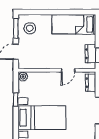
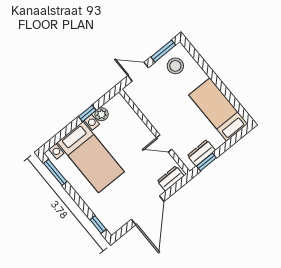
plant: (23, 77) -> (102, 114), moved

